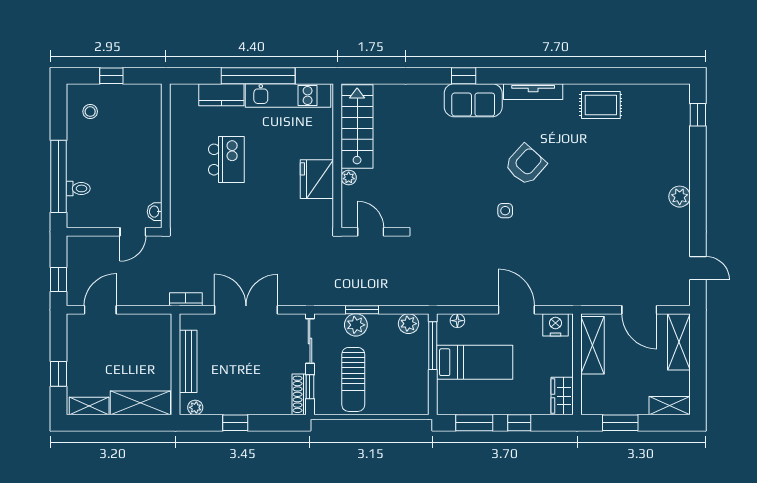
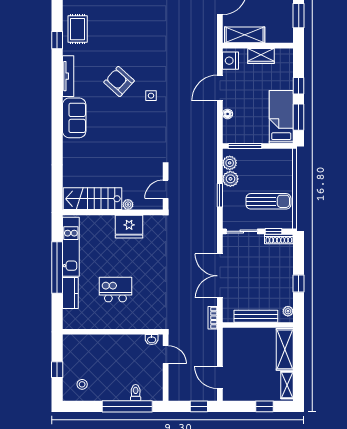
window: (464, 76) -> (57, 40), moved
floor lamp: (457, 321) -> (228, 114), moved
plant: (356, 325) -> (230, 179), moved
bed: (475, 362) -> (281, 117), moved
wardrobe: (562, 396) -> (261, 56), moved

